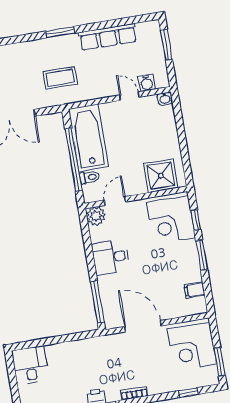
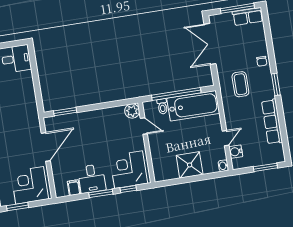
chair: (31, 51) -> (262, 61), added
shower: (161, 176) -> (190, 165), moved
desk: (111, 257) -> (92, 179), moved, turned 180
window: (97, 302) -> (65, 112), width x0.69

